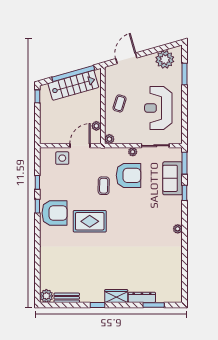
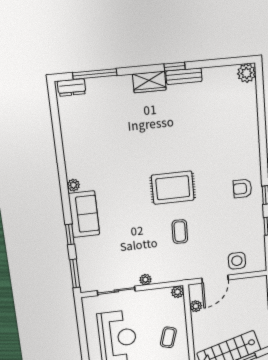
armchair: (129, 175) -> (148, 249), removed
sofa: (173, 178) -> (84, 214), moved
armchair: (55, 213) -> (242, 189), width x0.53, depth x0.53
rug: (90, 221) -> (173, 188), moved
dresser: (142, 297) -> (72, 87), moved, width x0.70
bench: (67, 298) -> (184, 76), moved
window: (154, 305) -> (95, 74), width x1.44

